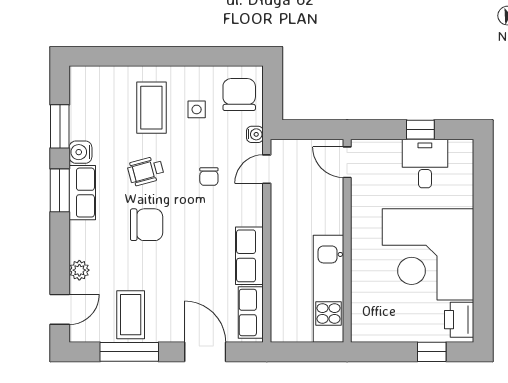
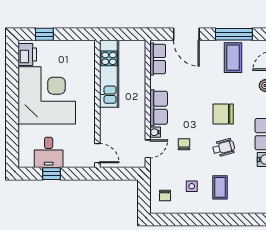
chair: (239, 95) -> (165, 196), width x0.54, depth x0.54
coffee table: (151, 108) -> (220, 187), width x0.73, depth x0.77
water cooler: (255, 134) -> (155, 132), moved
row of seats: (249, 256) -> (159, 108), moved

